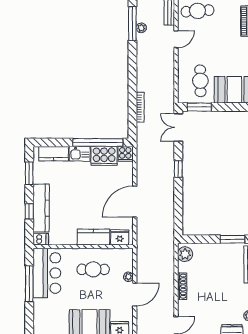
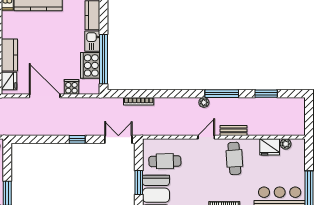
plant: (141, 28) -> (204, 102), moved
door: (176, 39) -> (206, 137), swing flipped
window: (199, 107) -> (139, 182), moved
cooker: (125, 154) -> (71, 87), moved, turned 90

